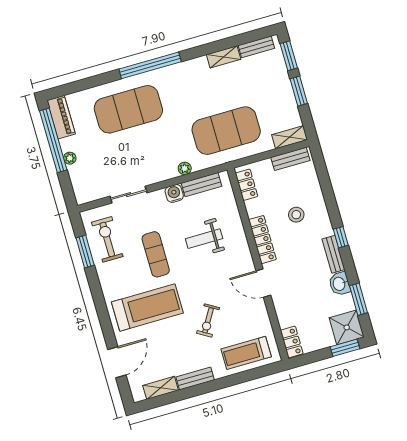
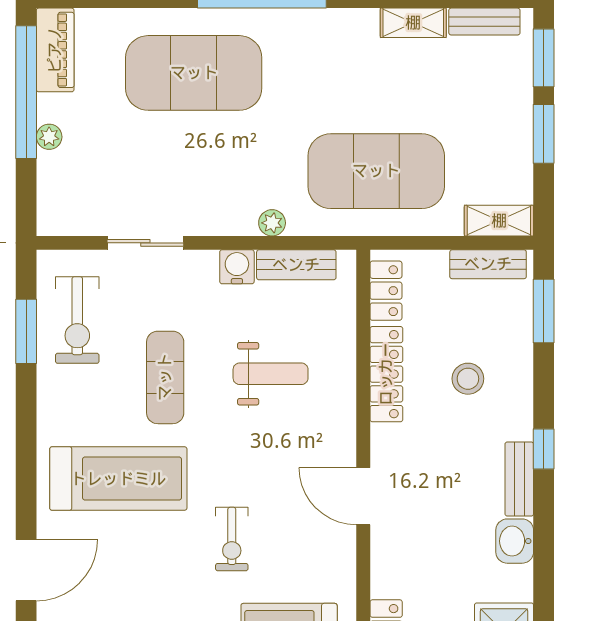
exercise bike: (107, 239) -> (77, 320), turned 180
weight bench: (204, 239) -> (271, 374), turned 180
locker: (262, 240) -> (386, 374), moved
window: (358, 299) -> (544, 311), moved
exercise bike: (208, 320) -> (232, 539), turned -31

